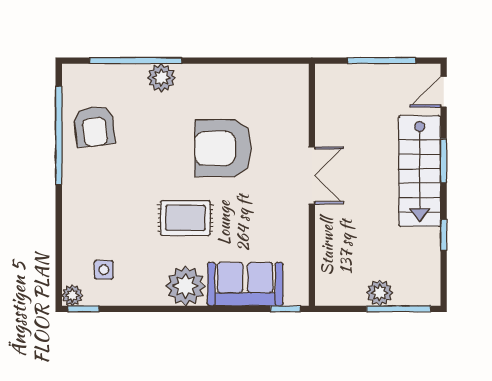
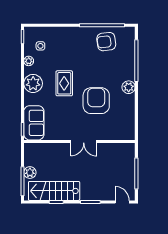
plant: (161, 78) -> (129, 87), moved
stairs: (420, 171) -> (54, 191), moved
sofa: (245, 284) -> (34, 123), moved
plant: (72, 295) -> (29, 61), moved

